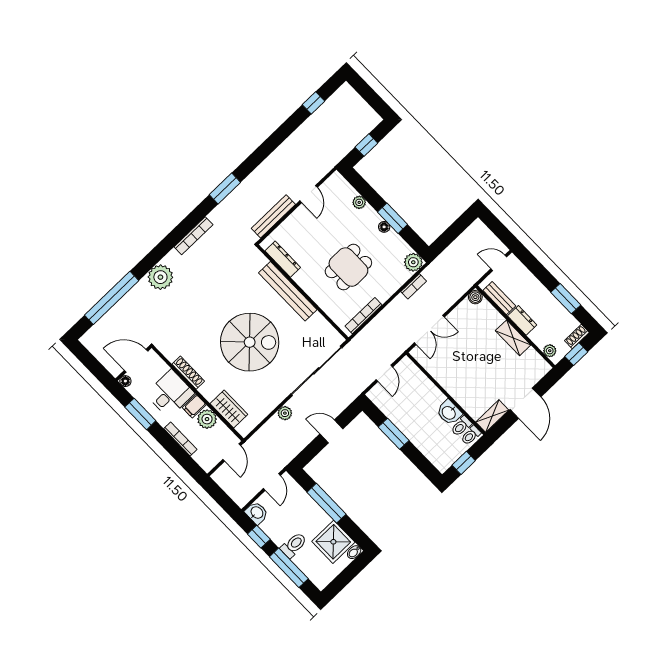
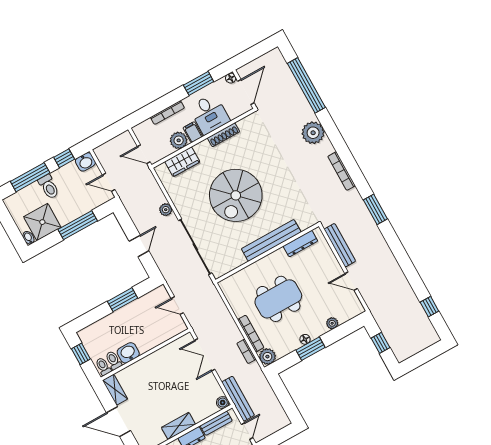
dining table: (348, 267) -> (278, 299), width x1.38
bench: (467, 282) -> (238, 399), added
bookcase: (364, 316) -> (251, 334), moved

